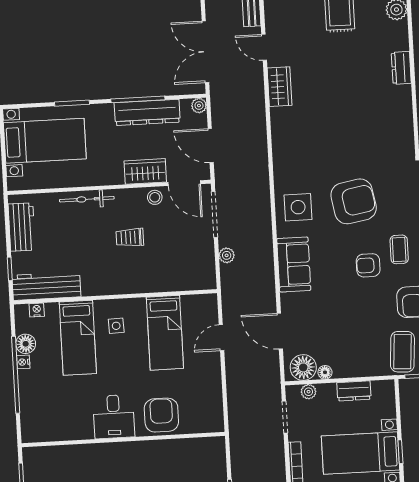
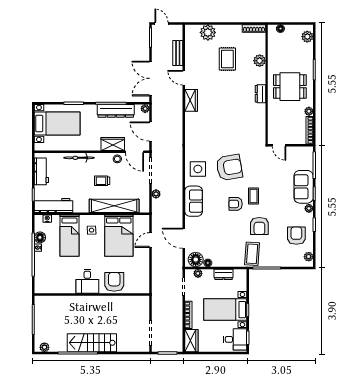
shelving: (154, 281) -> (114, 206), added
bed: (165, 333) -> (119, 236), width x1.50

